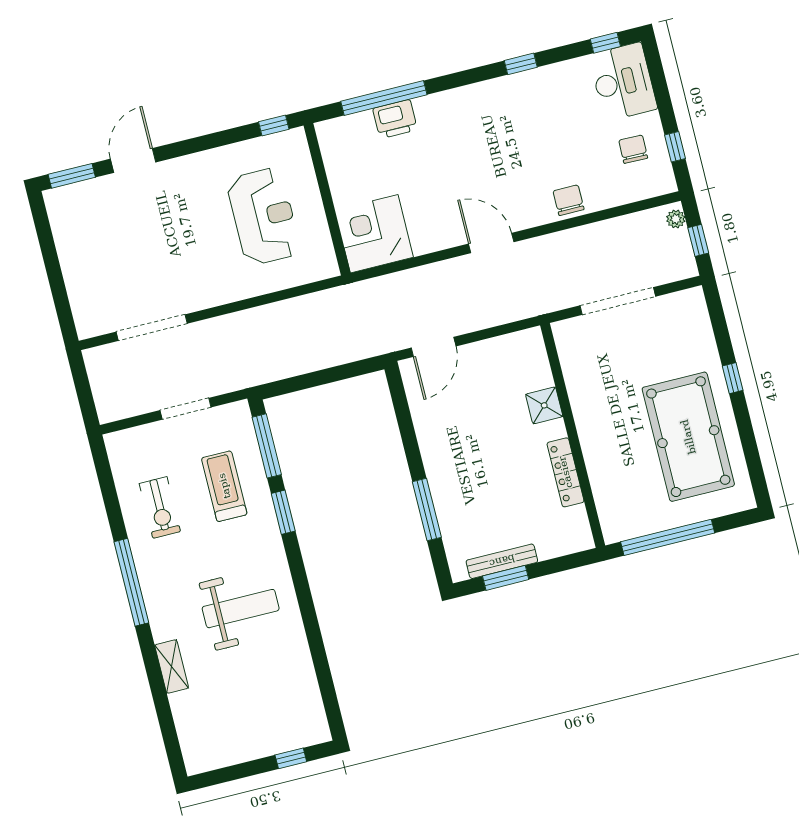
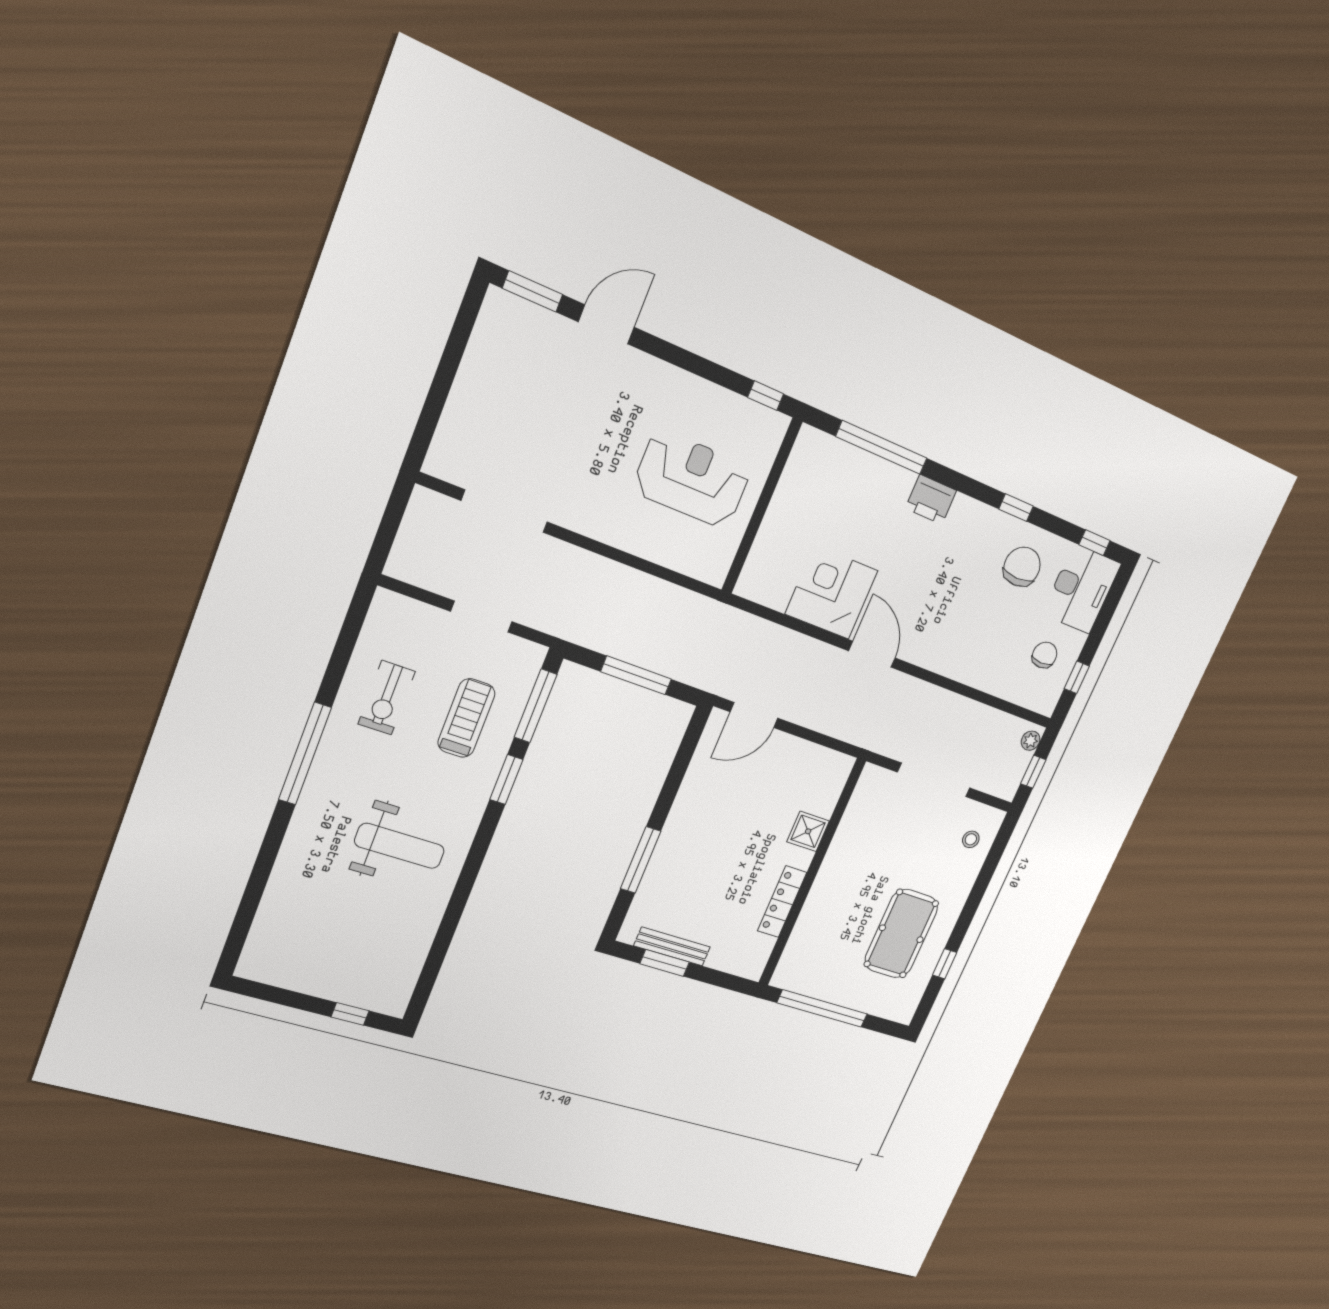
printer: (395, 119) -> (931, 499), moved
chair: (569, 200) -> (1022, 567), moved, width x1.37, depth x1.37
reception desk: (264, 216) -> (692, 479), turned -90
corner desk: (374, 234) -> (831, 592), moved
stool: (688, 326) -> (971, 839), added
window: (324, 377) -> (636, 675), added
window: (733, 378) -> (945, 964), moved
pool table: (688, 437) -> (901, 934), width x0.73, depth x0.76
shelving: (172, 667) -> (290, 861), removed

